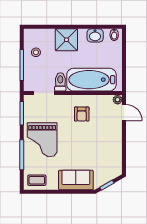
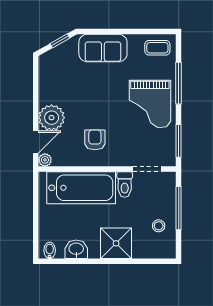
door: (124, 112) -> (36, 142), swing flipped
plant: (113, 130) -> (52, 118), added
grand piano: (42, 140) -> (150, 104), turned 180

